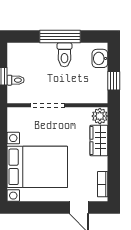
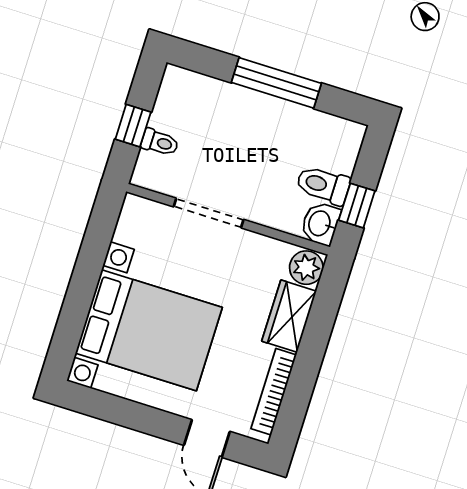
toilet: (64, 55) -> (323, 185), moved, turned 90
washbasin: (100, 58) -> (320, 224), moved
bookcase: (103, 184) -> (274, 392), width x1.56

